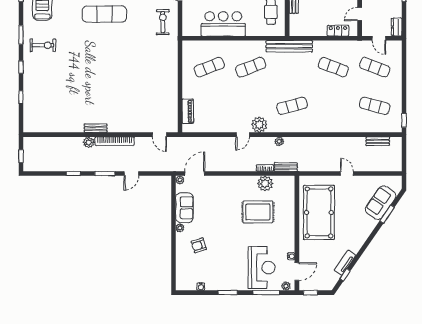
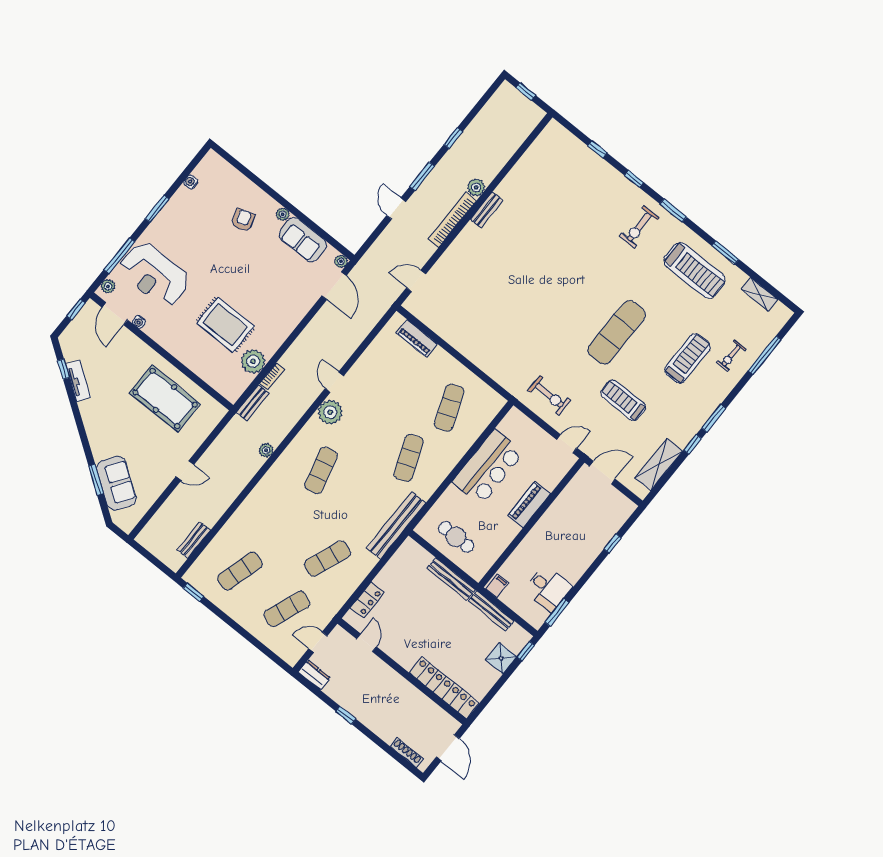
plant: (279, 141) -> (266, 450), moved
rug: (258, 212) -> (225, 325), turned 90
pool table: (319, 212) -> (165, 399), width x0.73, depth x0.76

